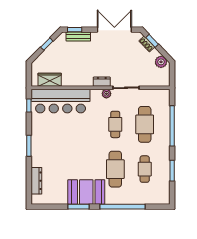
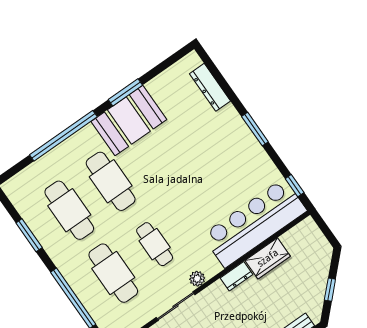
wardrobe: (50, 80) -> (268, 258), moved
dresser: (102, 82) -> (237, 276), moved
cafe table: (145, 169) -> (69, 210), width x1.37, depth x1.35

